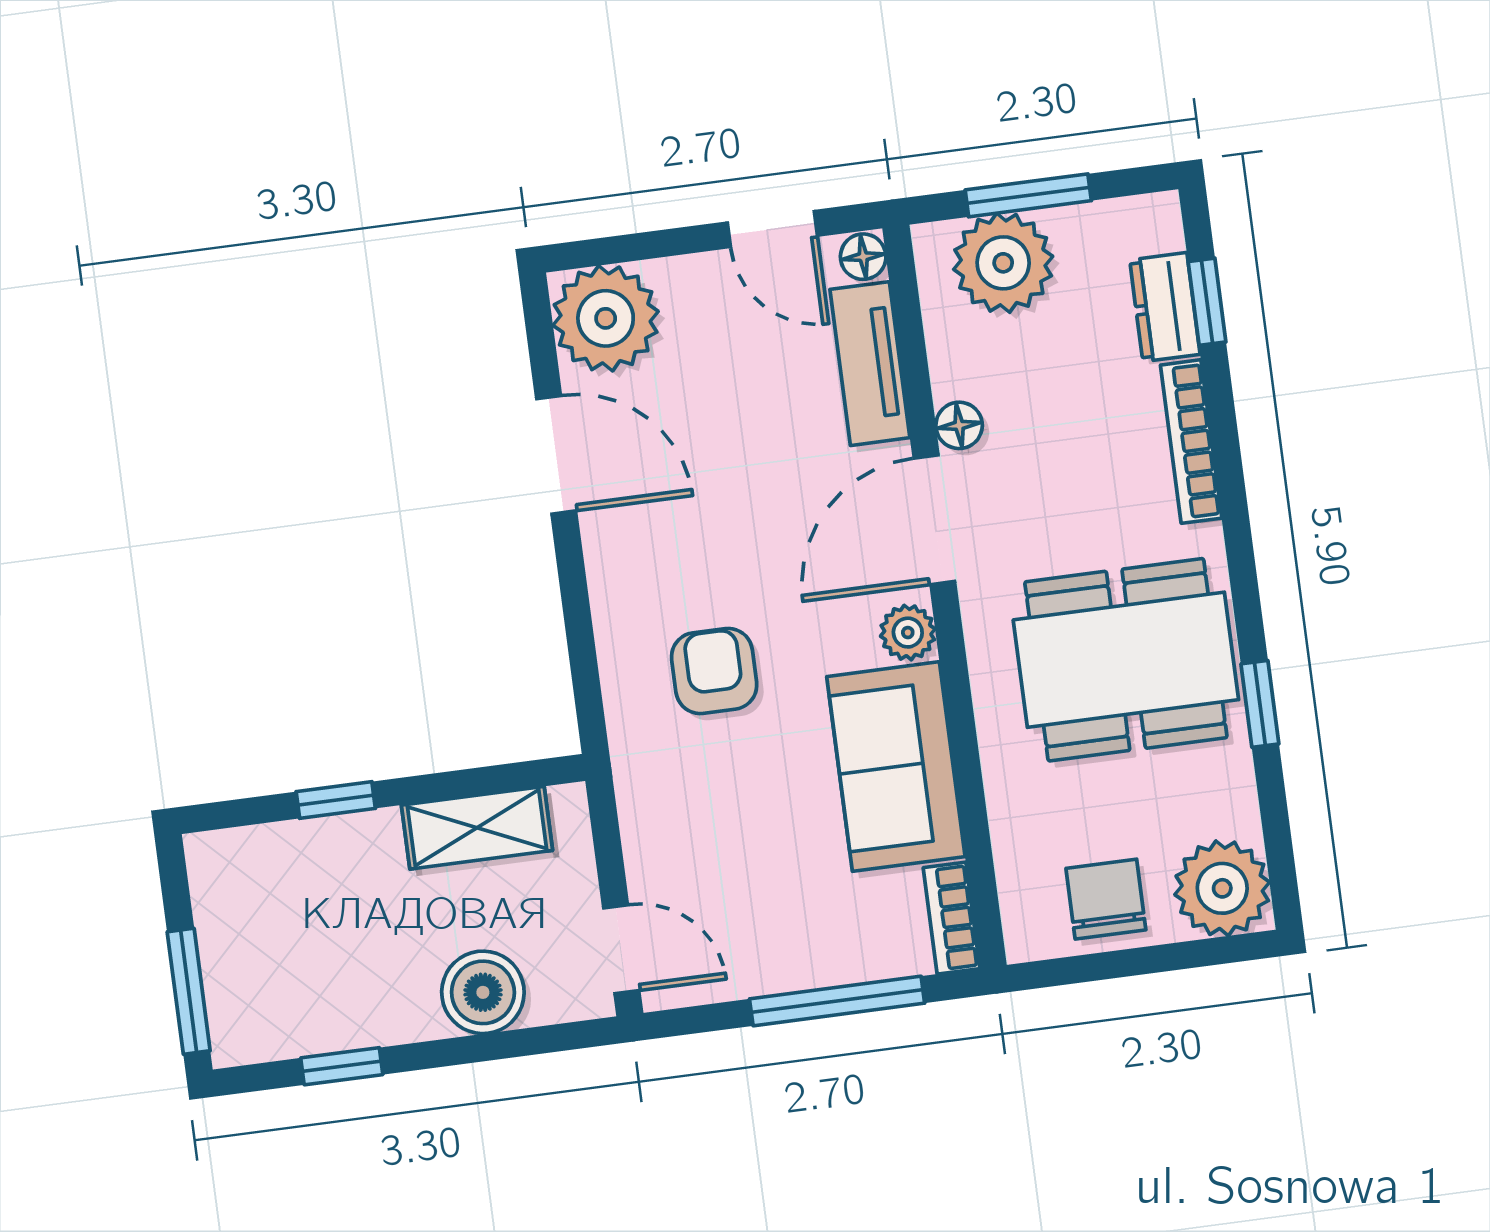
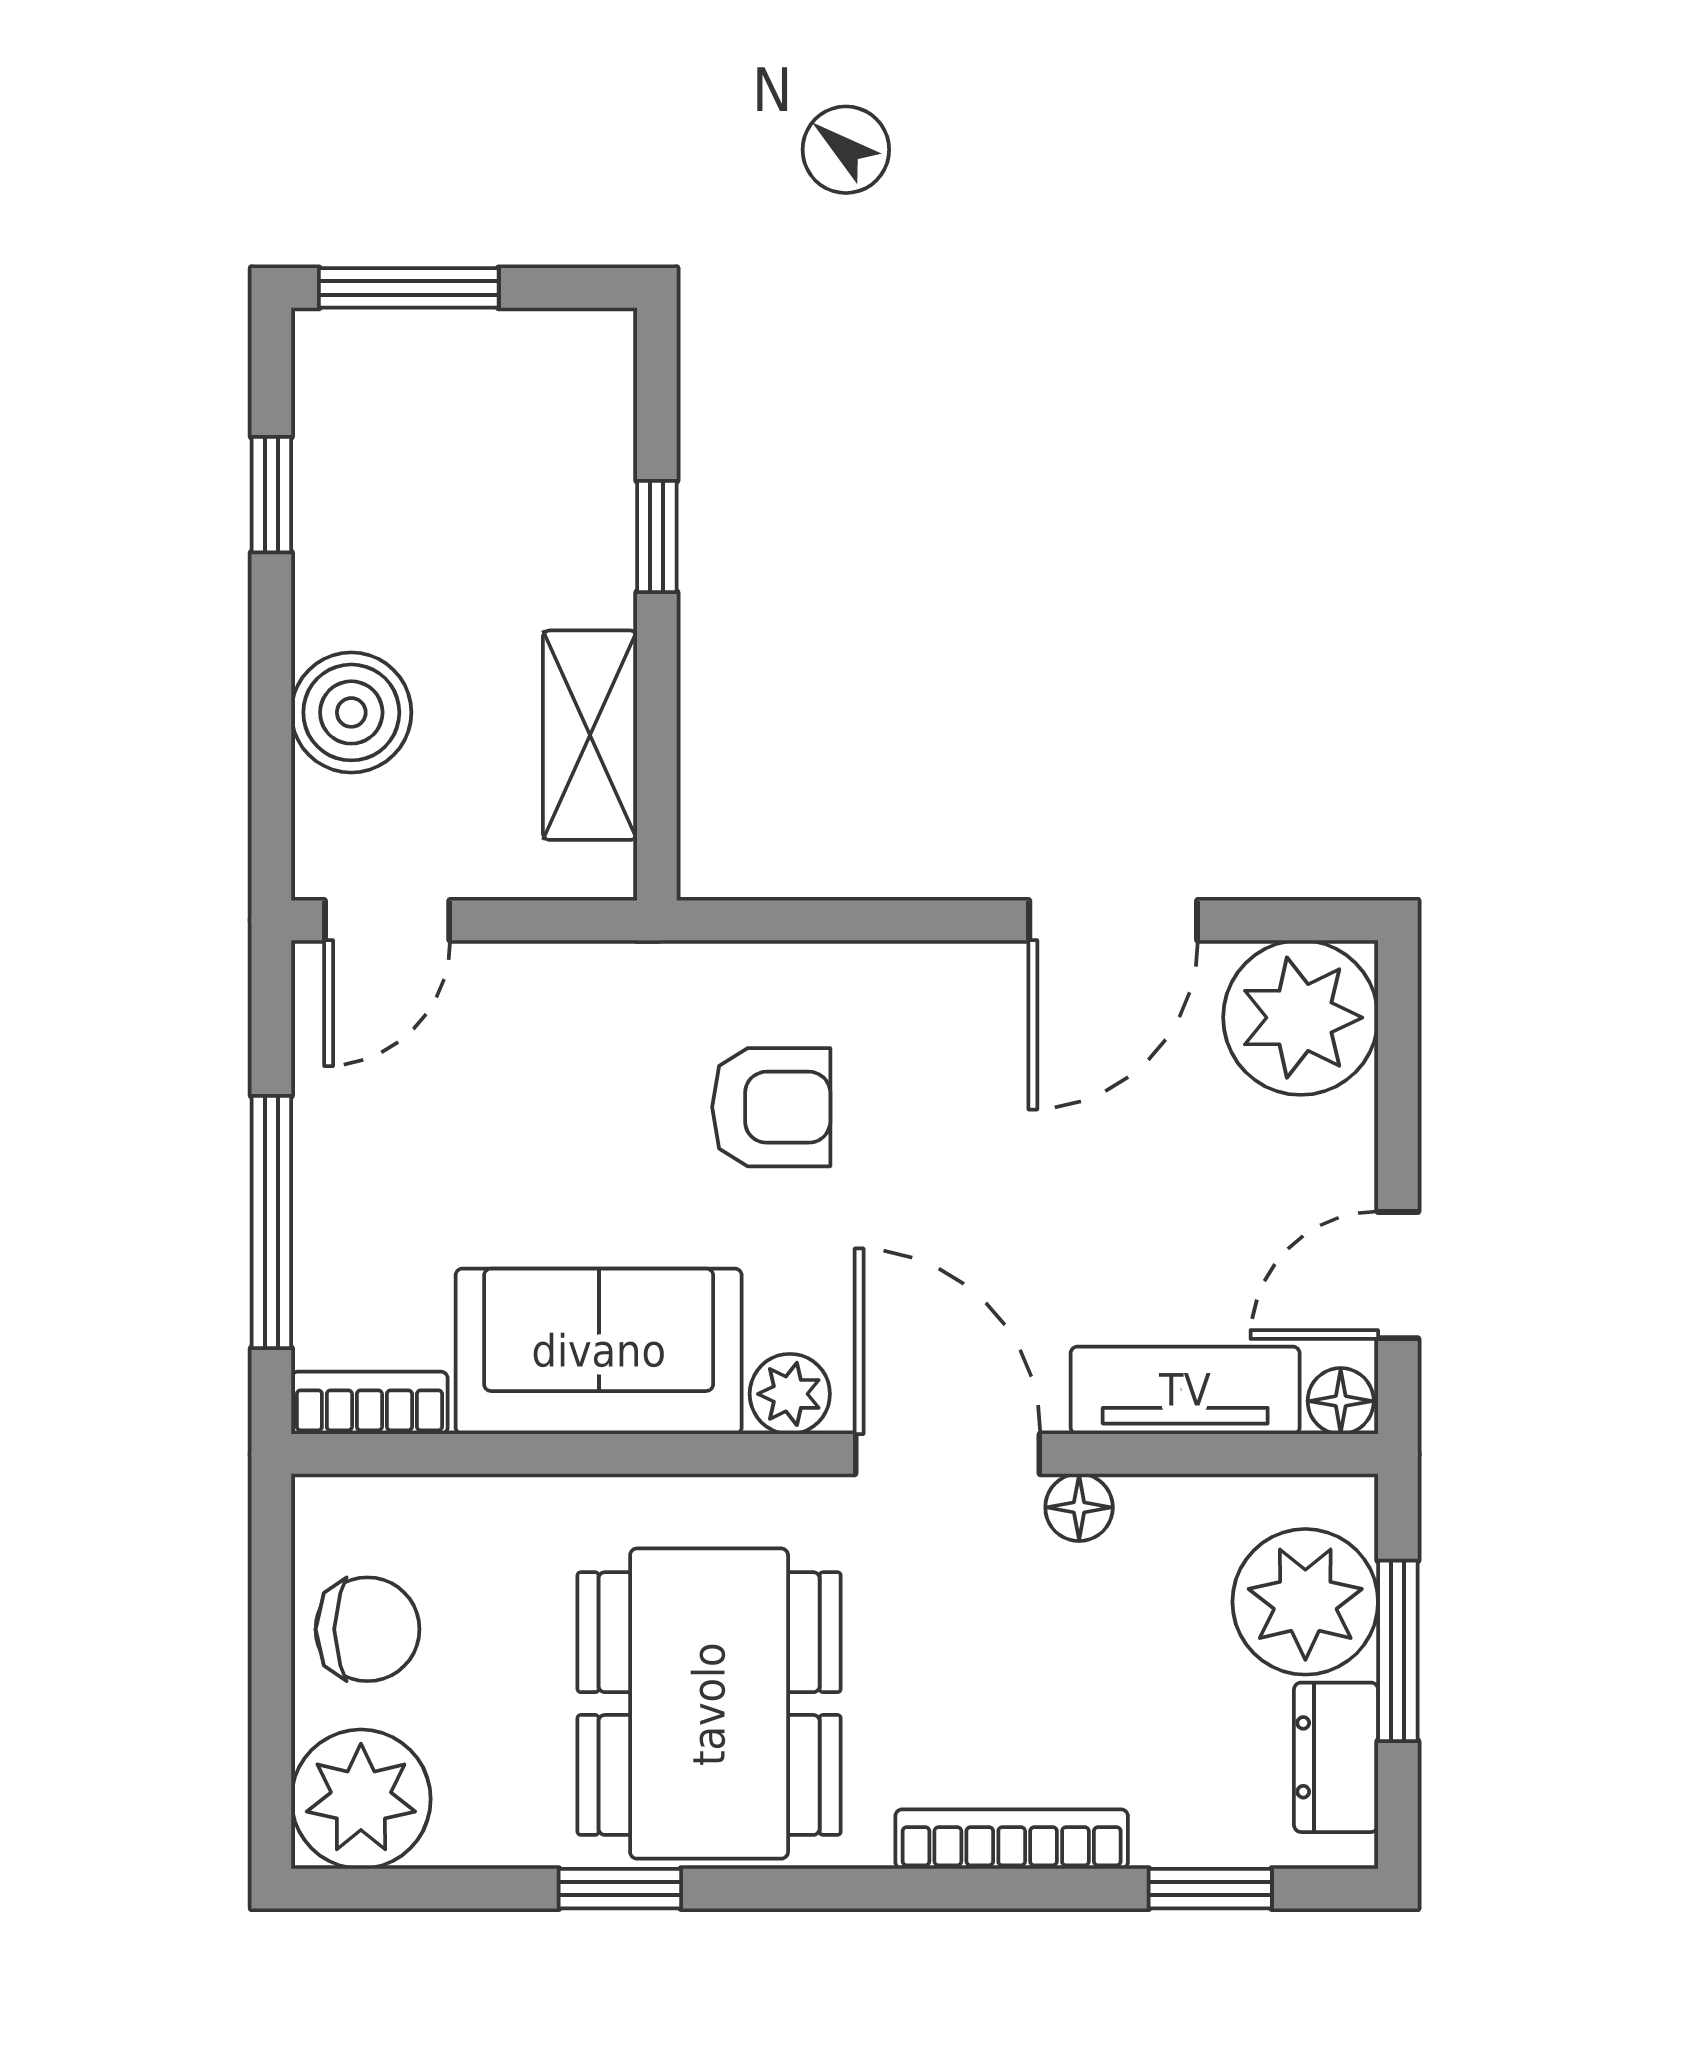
dresser: (1165, 307) -> (1336, 1757), moved, turned -90

